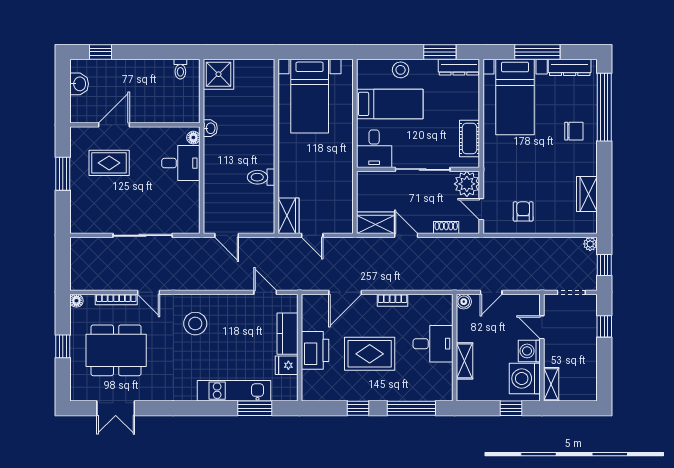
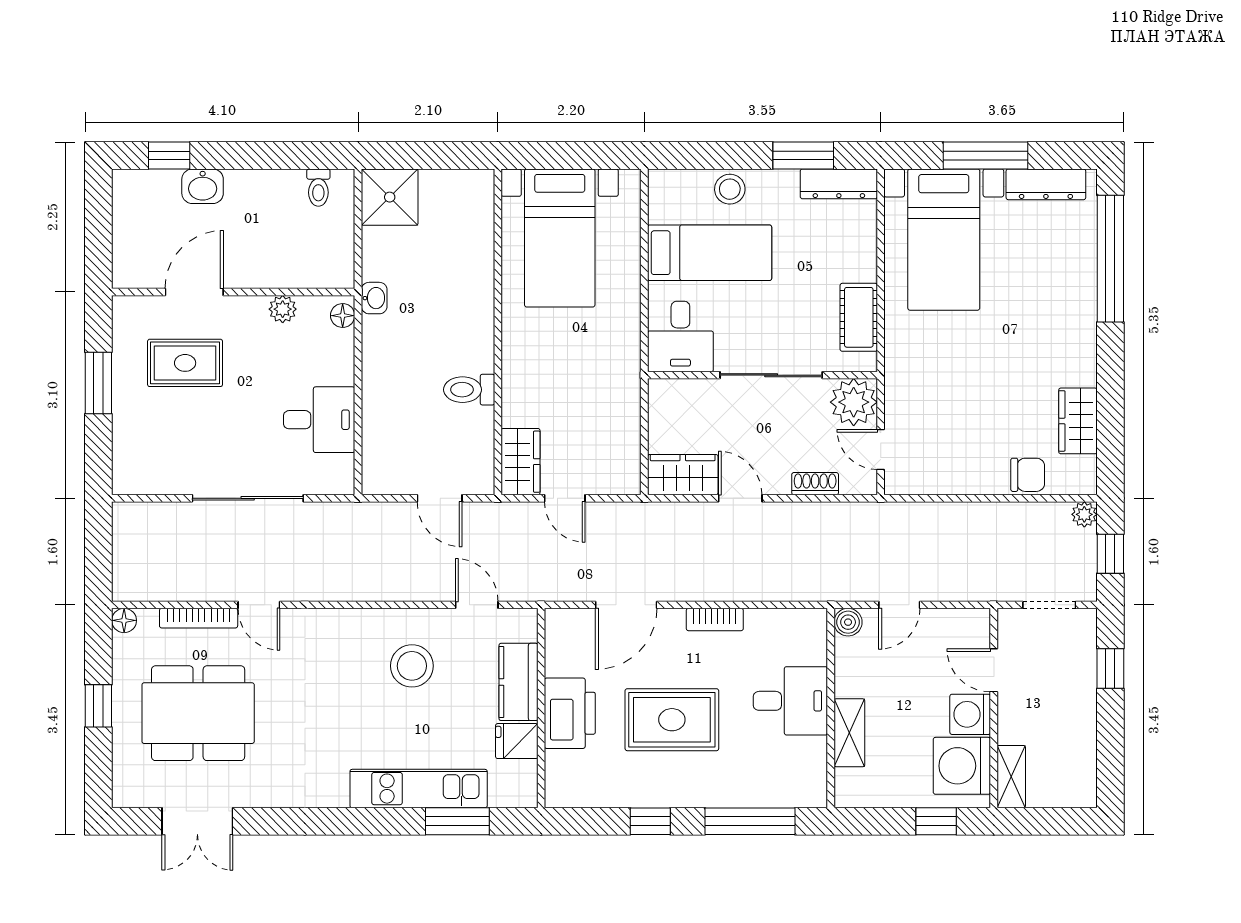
washbasin: (79, 84) -> (203, 186), moved, turned 90
chair: (574, 131) -> (1028, 475), moved
plant: (161, 134) -> (283, 309), added
desk: (181, 163) -> (319, 420), moved
armchair: (523, 211) -> (959, 454), removed
door: (227, 235) -> (440, 498), moved
stool: (195, 324) -> (412, 666), moved

